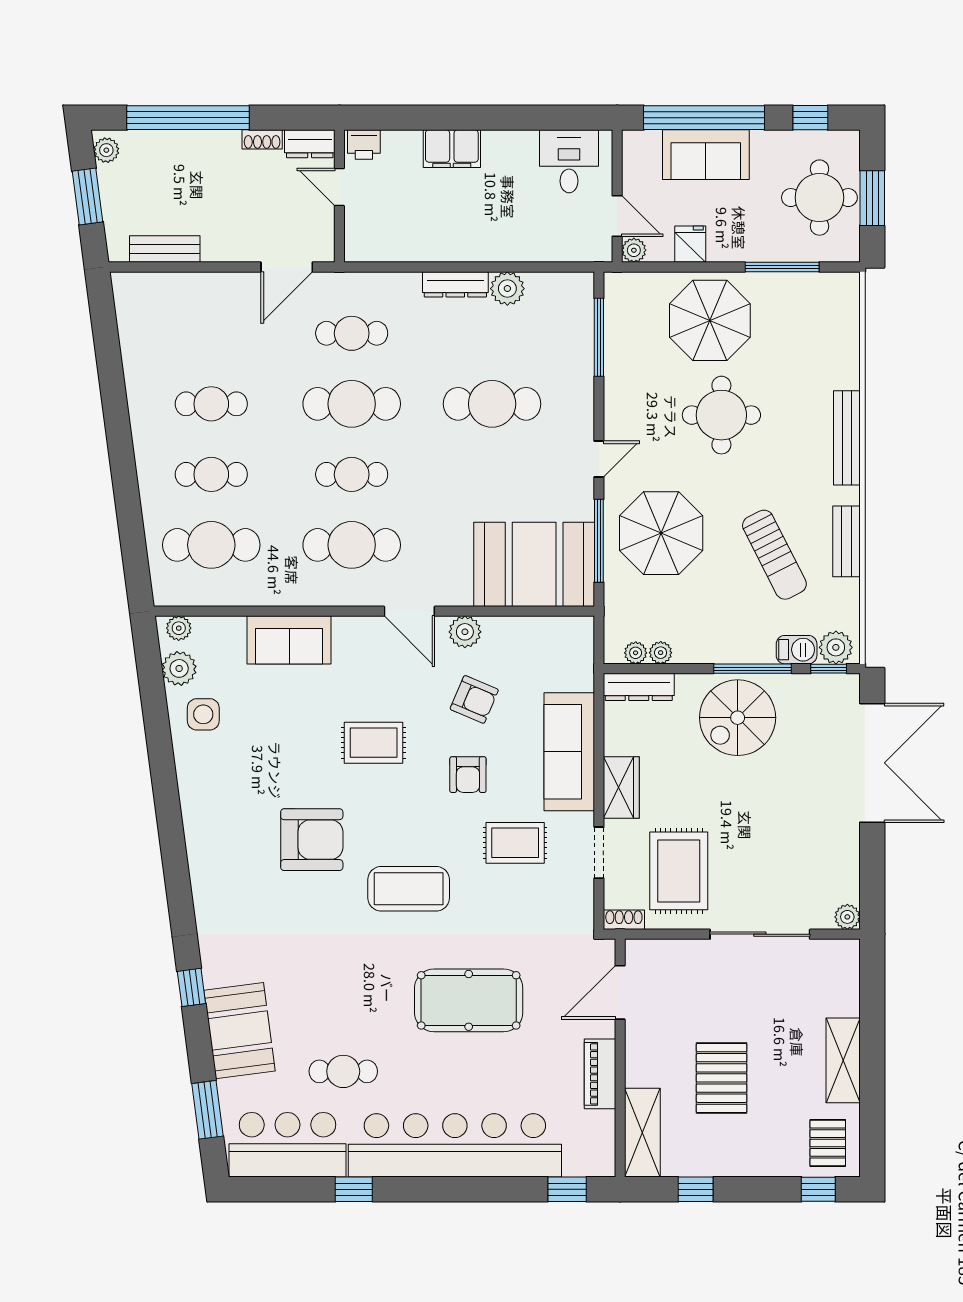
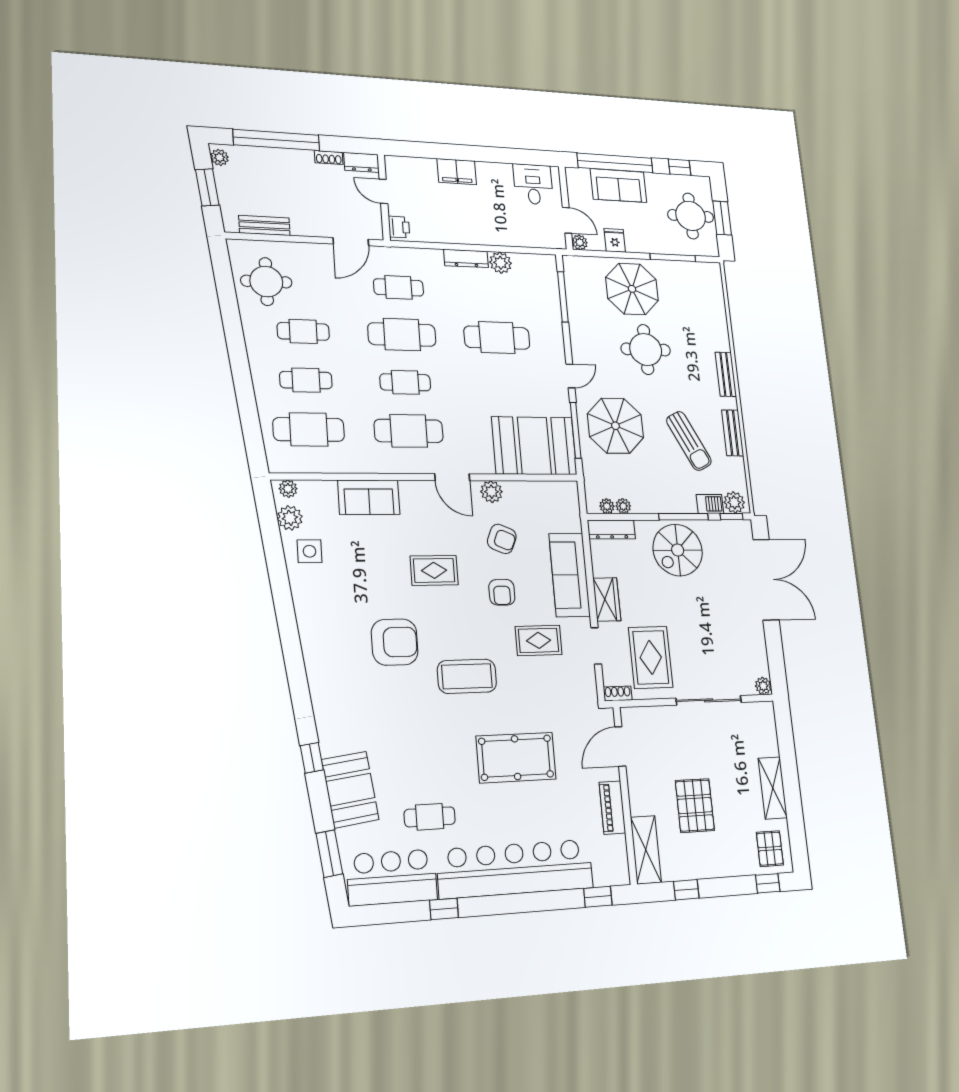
printer: (364, 144) -> (399, 227), moved, turned -90
round table: (163, 333) -> (266, 282), added
bench: (847, 438) -> (726, 374), width x0.73

